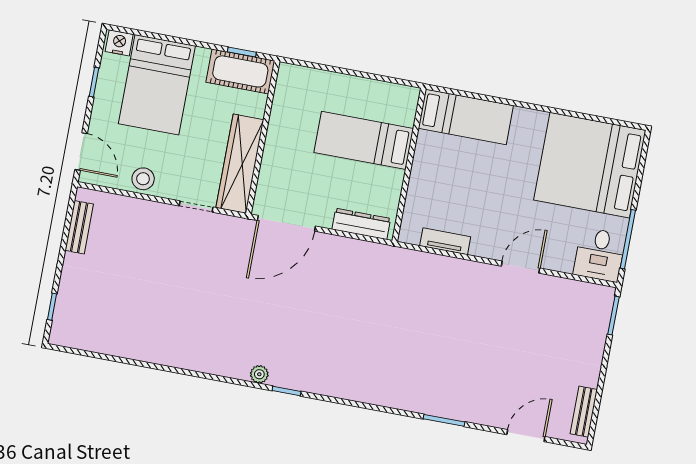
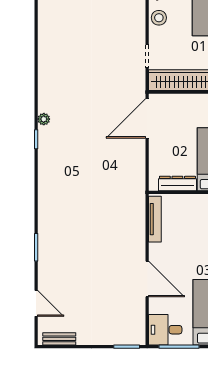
door: (286, 223) -> (147, 118), hinge flipped
dresser: (361, 224) -> (177, 183), moved, turned -90
tv unit: (445, 241) -> (155, 219), width x1.41
door: (521, 267) -> (147, 279), width x1.36

